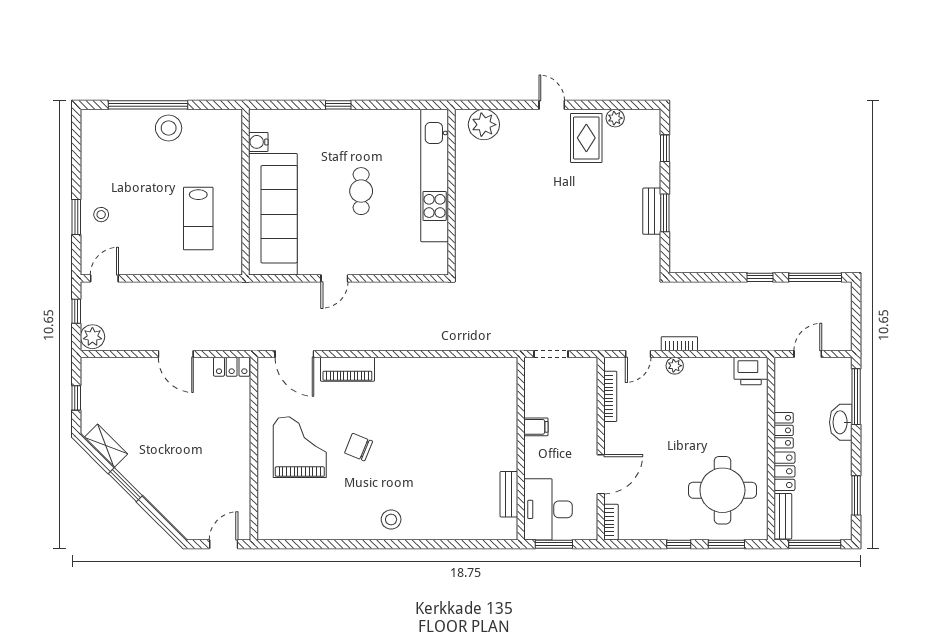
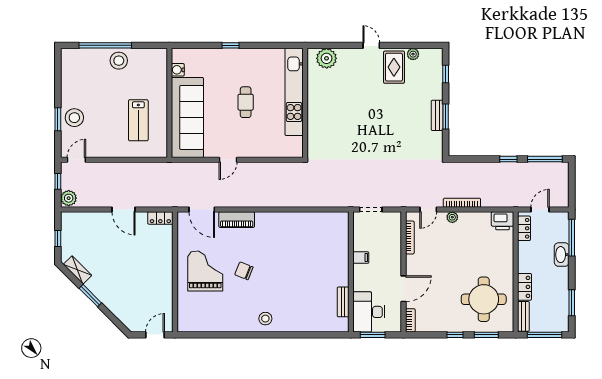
stool: (101, 215) -> (74, 118), width x1.89, depth x1.89
bookcase: (679, 344) -> (462, 203), width x1.56
locker: (784, 430) -> (524, 228), moved

